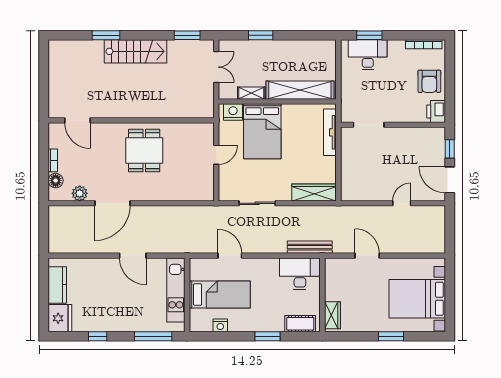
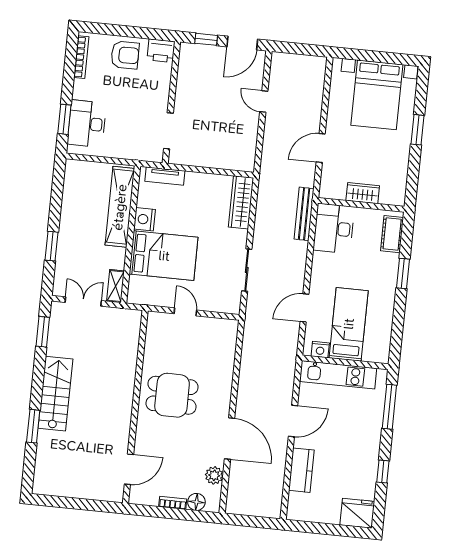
shelving: (251, 93) -> (115, 286), moved
nightstand: (233, 112) -> (145, 219), moved
tv unit: (330, 132) -> (165, 176), width x0.71
kitchen counter: (57, 285) -> (301, 470), moved, turned 90
wardrobe: (332, 315) -> (363, 193), moved
nightstand: (220, 325) -> (320, 350), moved, turned 90

